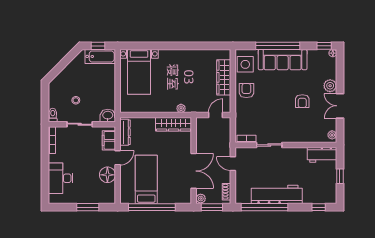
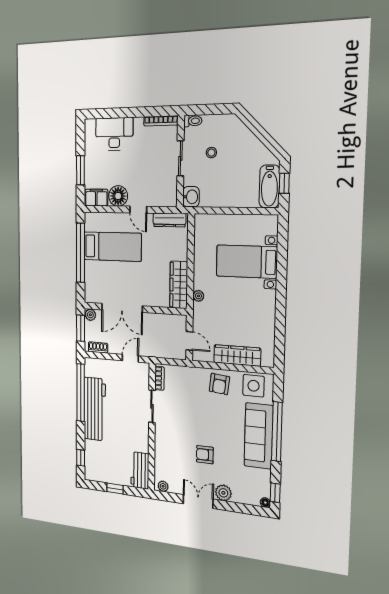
bed with nightstands: (139, 72) -> (247, 262), moved
armchair: (246, 91) -> (219, 384), turned 96
filing cabinet: (109, 140) -> (96, 198), moved

